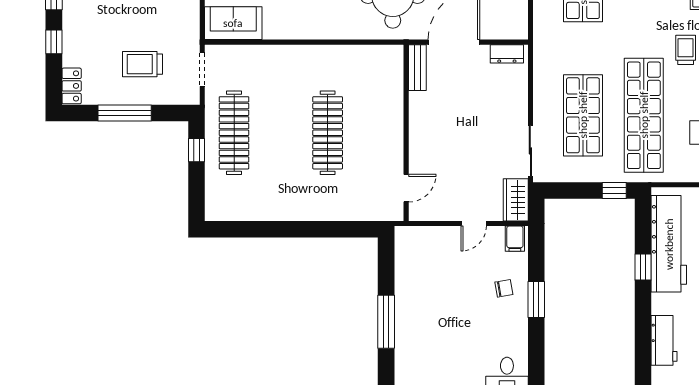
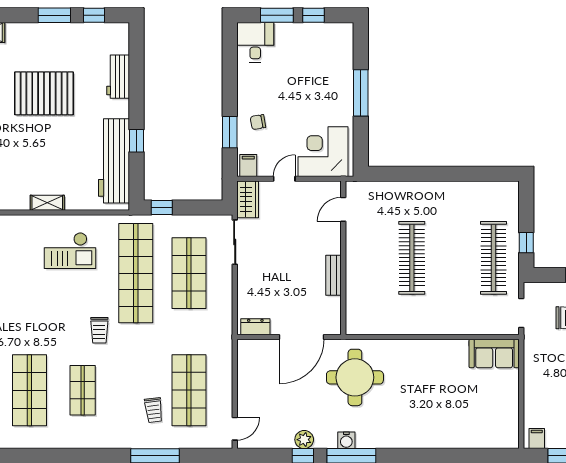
bench: (417, 68) -> (333, 275), moved
corner desk: (429, 254) -> (323, 152), added
window: (536, 299) -> (230, 132), moved

